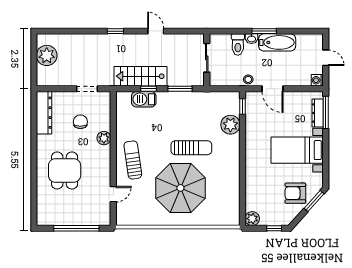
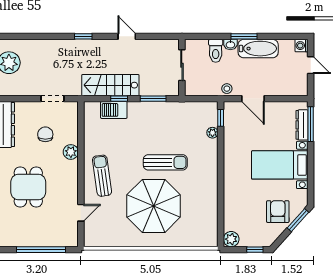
washing machine: (317, 80) -> (301, 46), moved
plant: (230, 125) -> (212, 133), width x0.53, depth x0.53
armchair: (295, 193) -> (278, 212), turned 90

